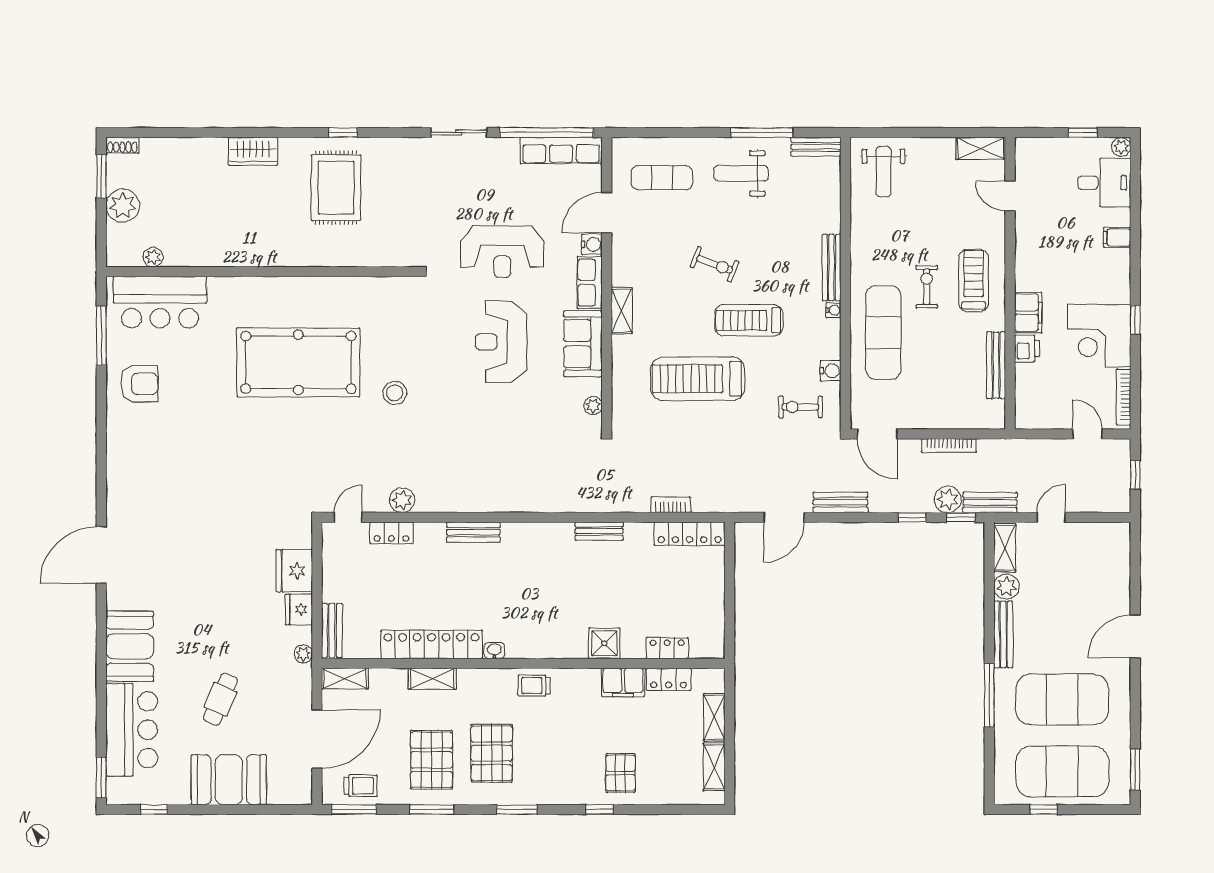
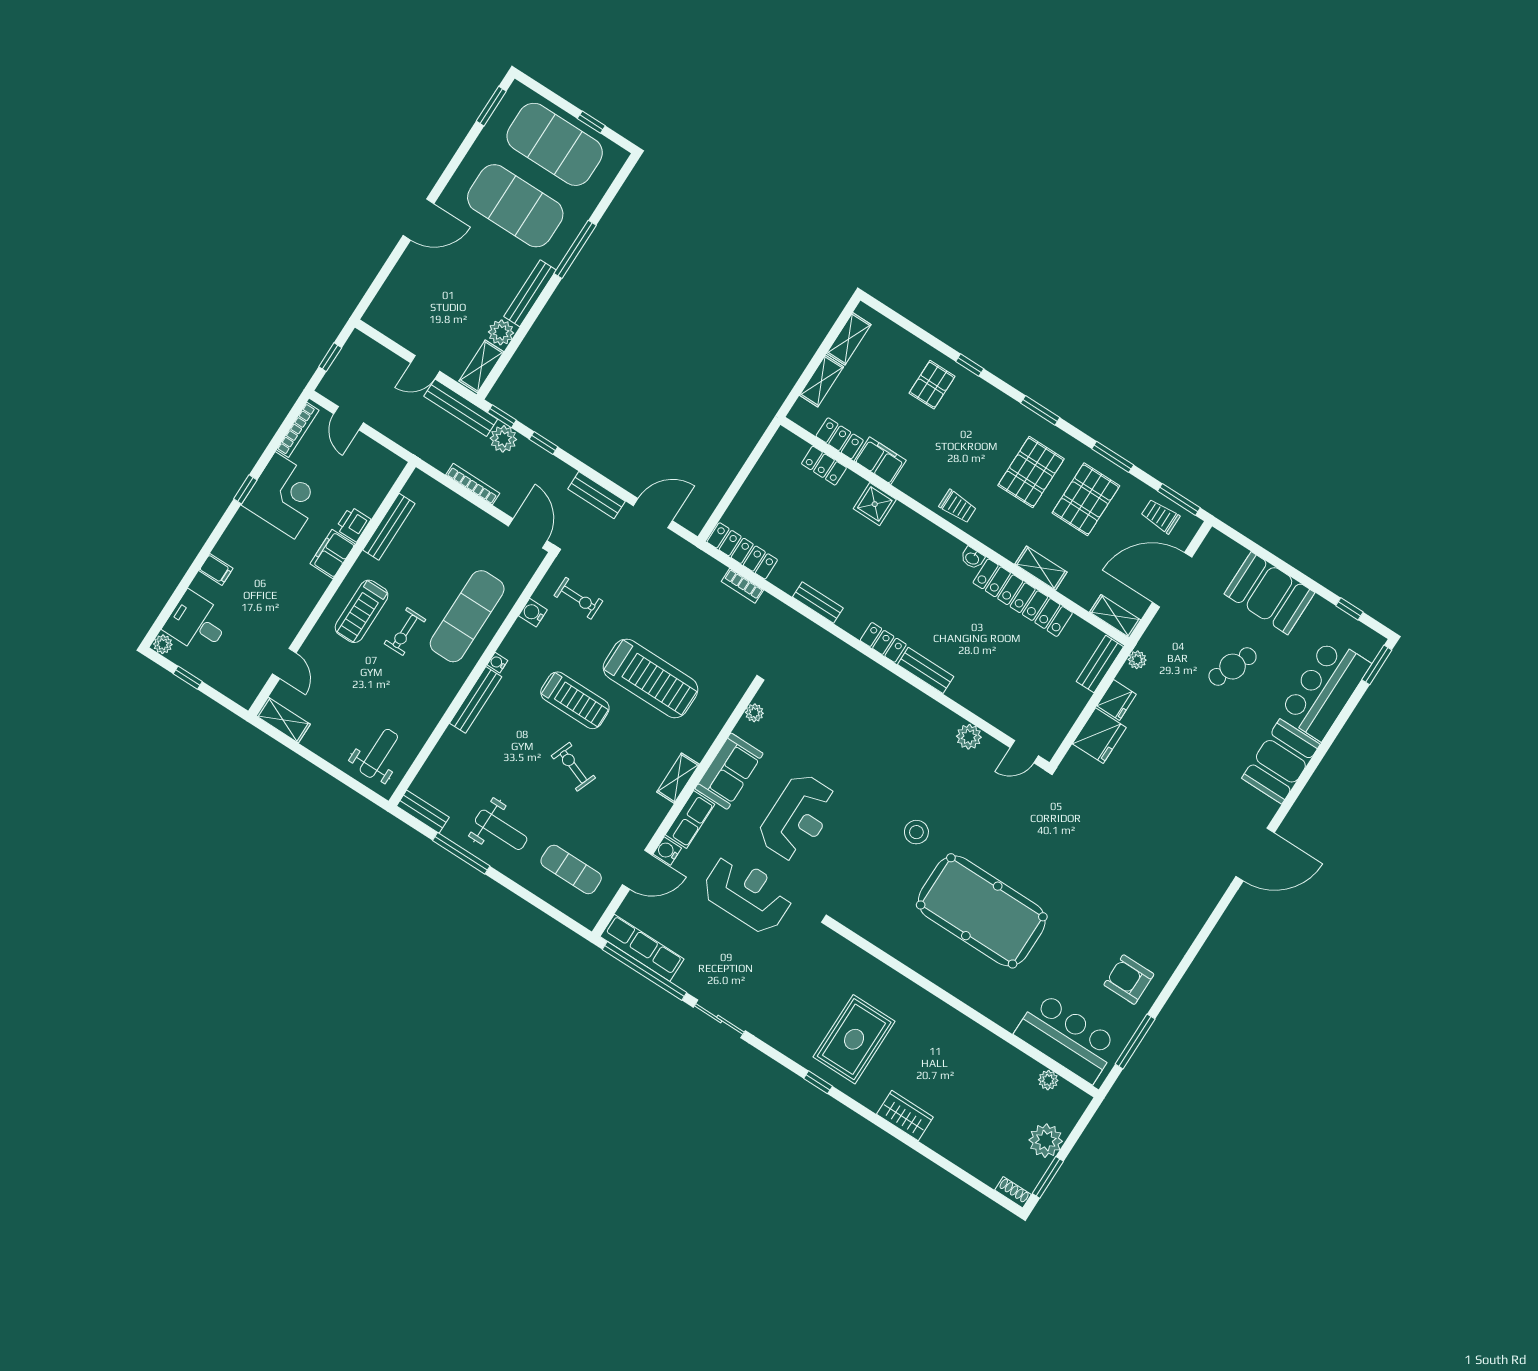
bench: (990, 502) -> (461, 408), width x1.36
locker: (391, 533) -> (883, 642), moved

